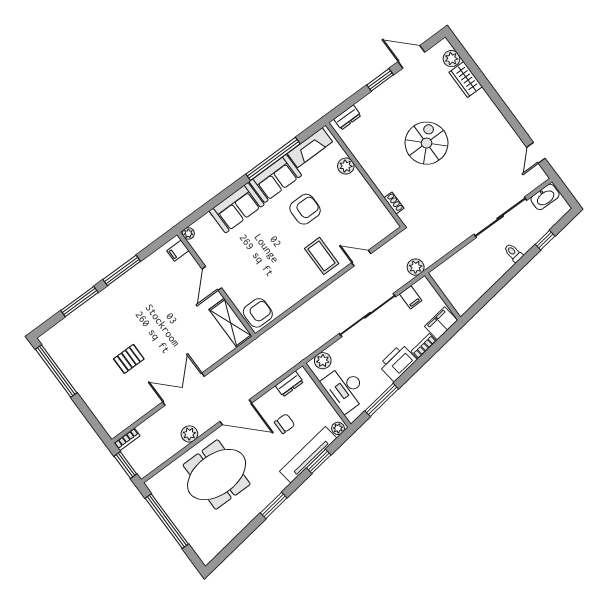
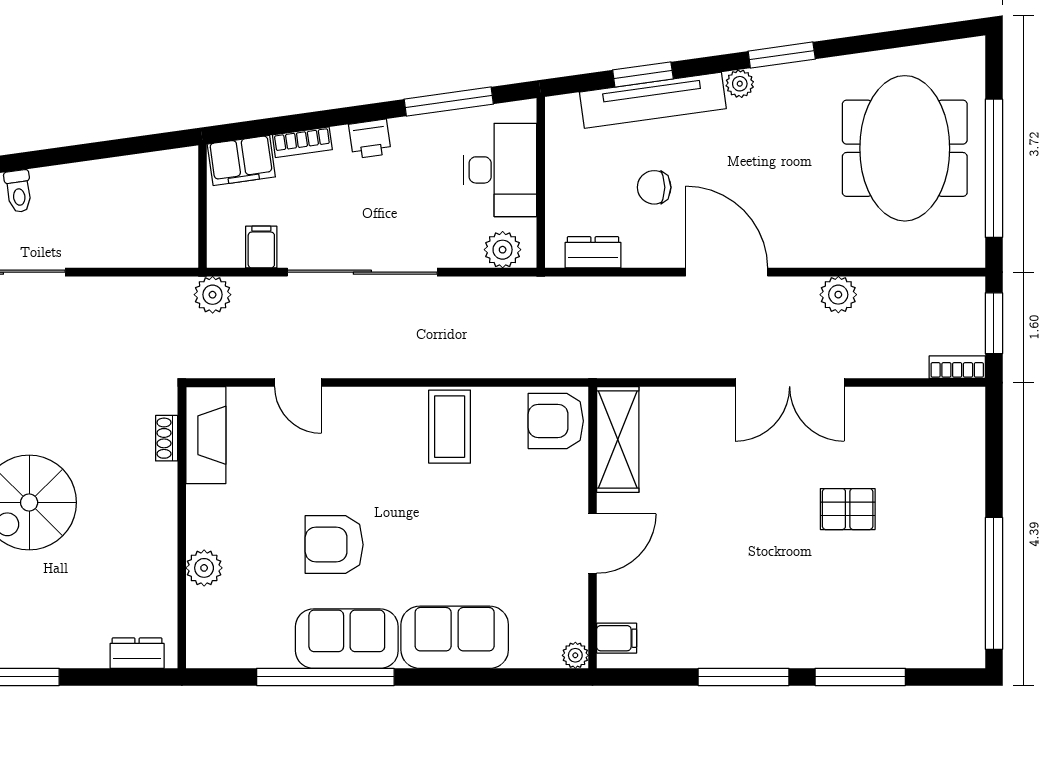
fireplace: (310, 148) -> (206, 435), moved, turned 90
coffee table: (322, 256) -> (450, 427), moved
printer: (398, 363) -> (370, 139), width x0.53, depth x0.68
plant: (338, 428) -> (740, 84), moved
meeting table: (217, 475) -> (905, 148), moved, turned 90

